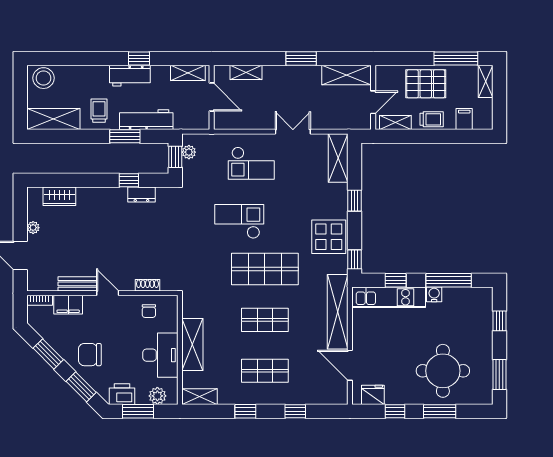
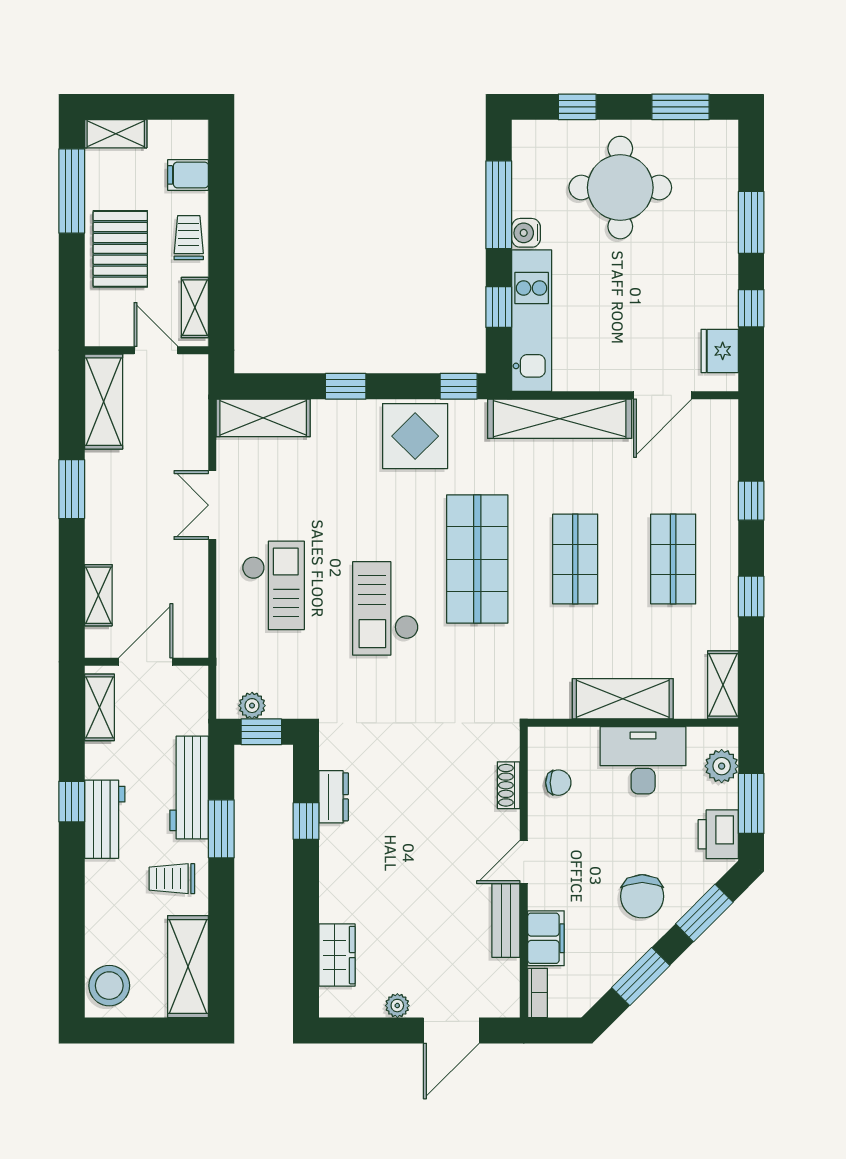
round table: (443, 371) -> (620, 188), moved

